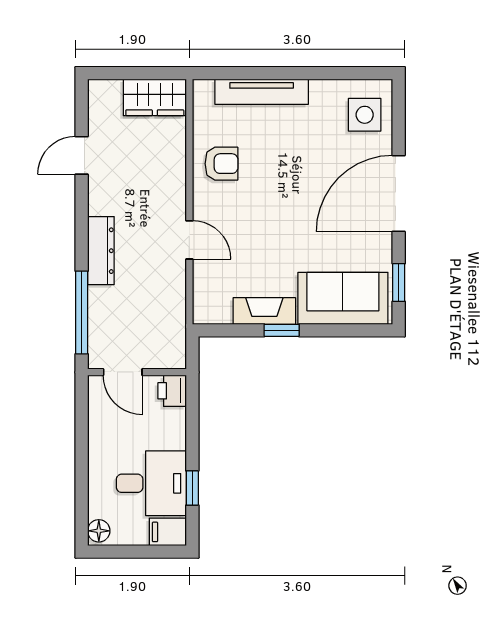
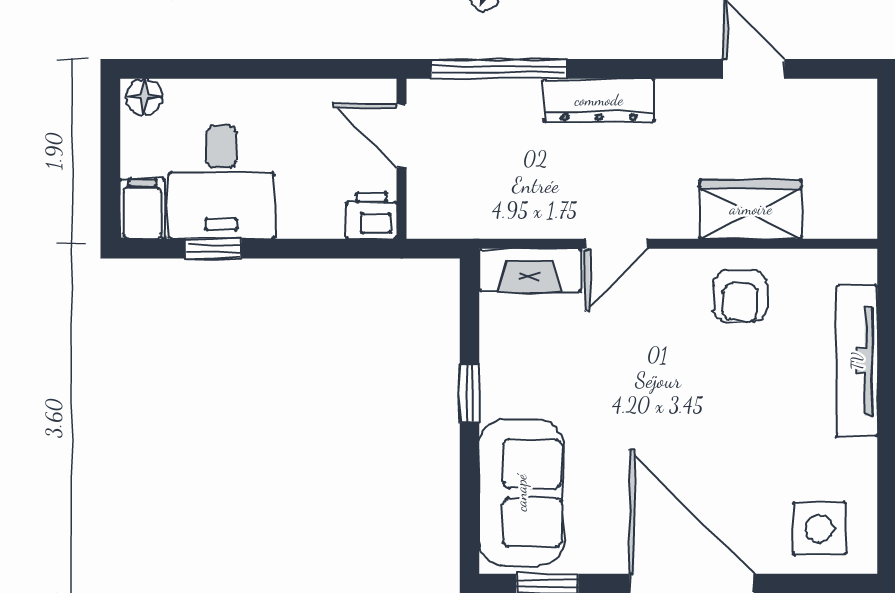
wardrobe: (155, 97) -> (751, 209), moved, turned 90
fireplace: (264, 311) -> (530, 270), moved, turned 90
door: (123, 372) -> (402, 136), hinge flipped

